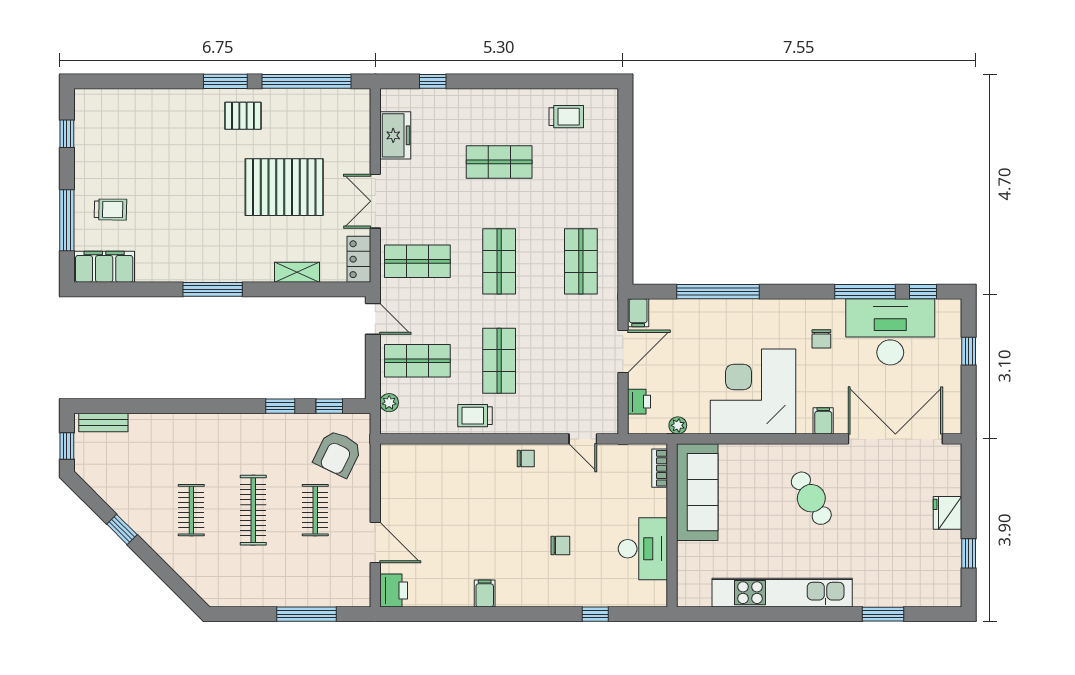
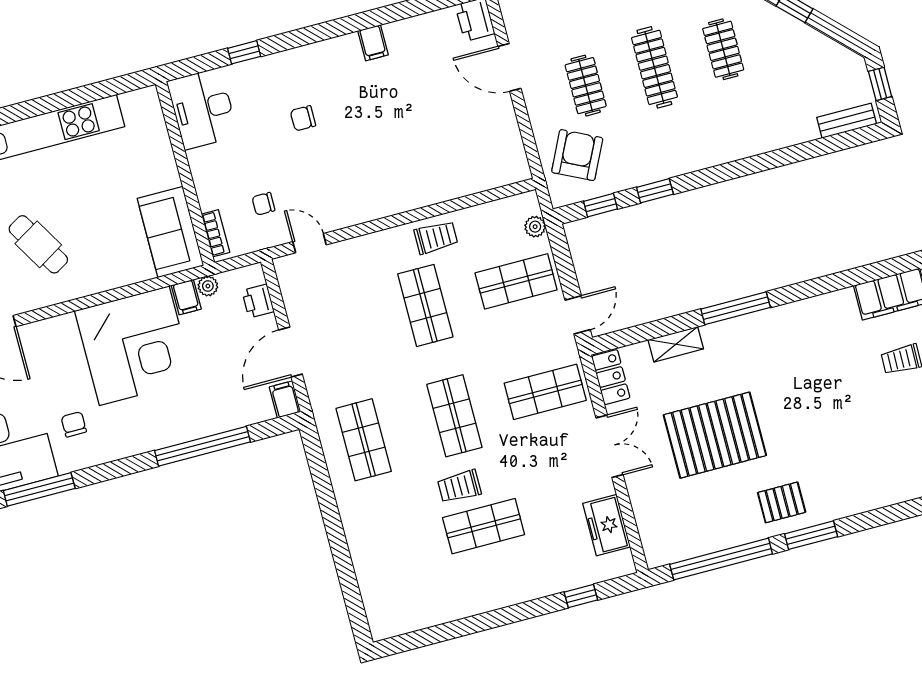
trolley: (566, 117) -> (459, 486), moved
window: (213, 289) -> (736, 308), moved
door: (373, 319) -> (578, 315), swing flipped
filing cabinet: (823, 421) -> (186, 297), moved
chair: (526, 458) -> (263, 204), moved
sofa: (697, 492) -> (170, 232), width x0.73
desk: (643, 549) -> (203, 109), moved

